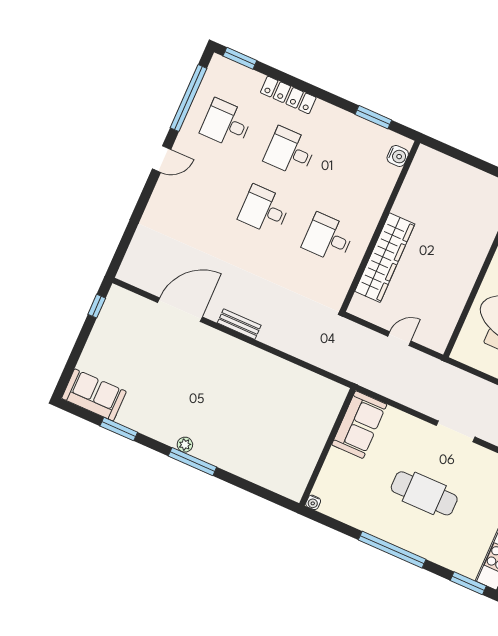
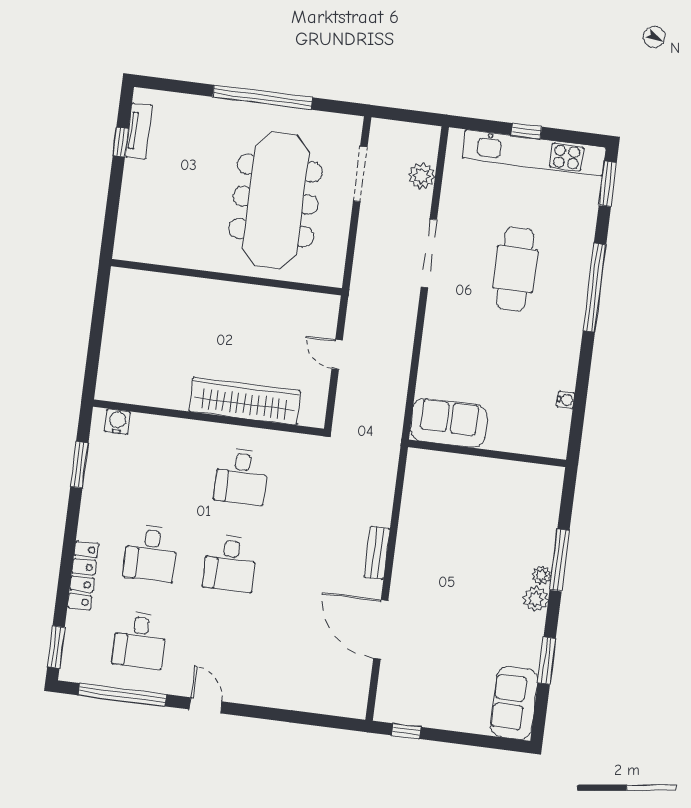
sofa: (359, 425) -> (449, 423), moved
doorway: (456, 431) -> (429, 253), width x1.36
plant: (168, 435) -> (536, 599), added
wall: (327, 447) -> (487, 453), moved

